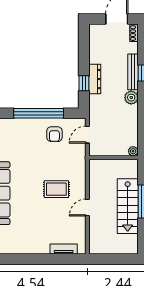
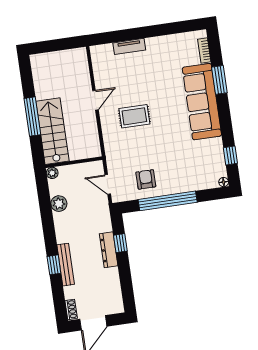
plant: (131, 98) -> (59, 204), moved
door: (87, 135) -> (108, 184), swing flipped
stairs: (128, 206) -> (53, 131), moved
tv unit: (64, 249) -> (129, 46), moved

